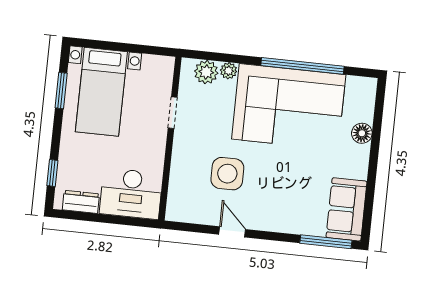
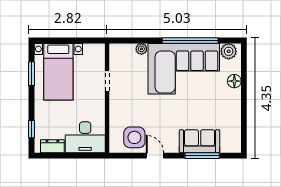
plant: (206, 72) -> (229, 51), moved
side table: (227, 174) -> (134, 137), moved
sofa: (347, 209) -> (200, 141), moved, turned 90
window: (326, 242) -> (202, 156), moved

